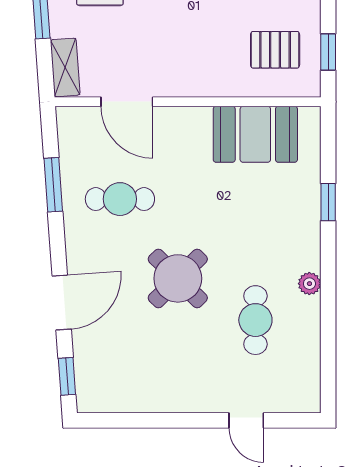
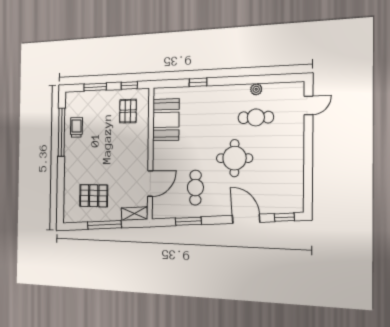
round table: (178, 278) -> (234, 158), turned 45
plant: (309, 284) -> (256, 89), moved
door: (246, 420) -> (308, 105), moved

